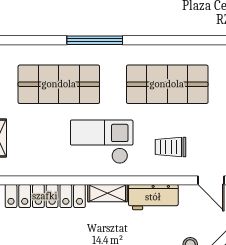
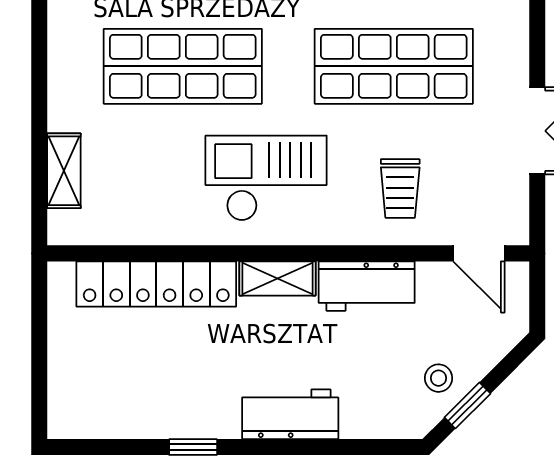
trolley: (171, 147) -> (400, 188), turned -90

